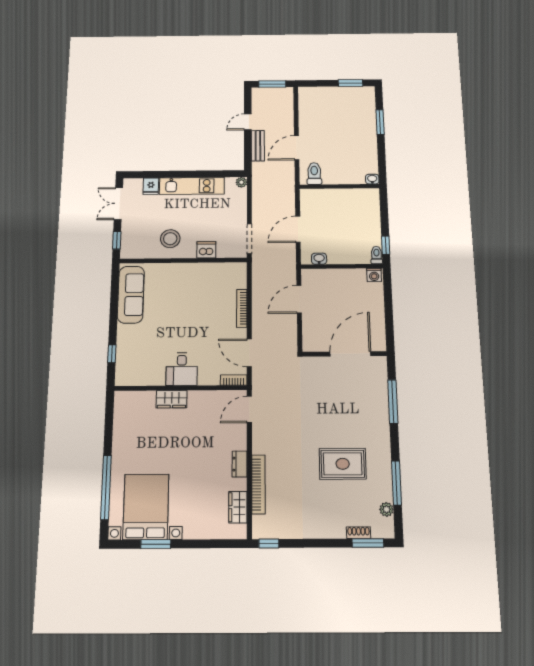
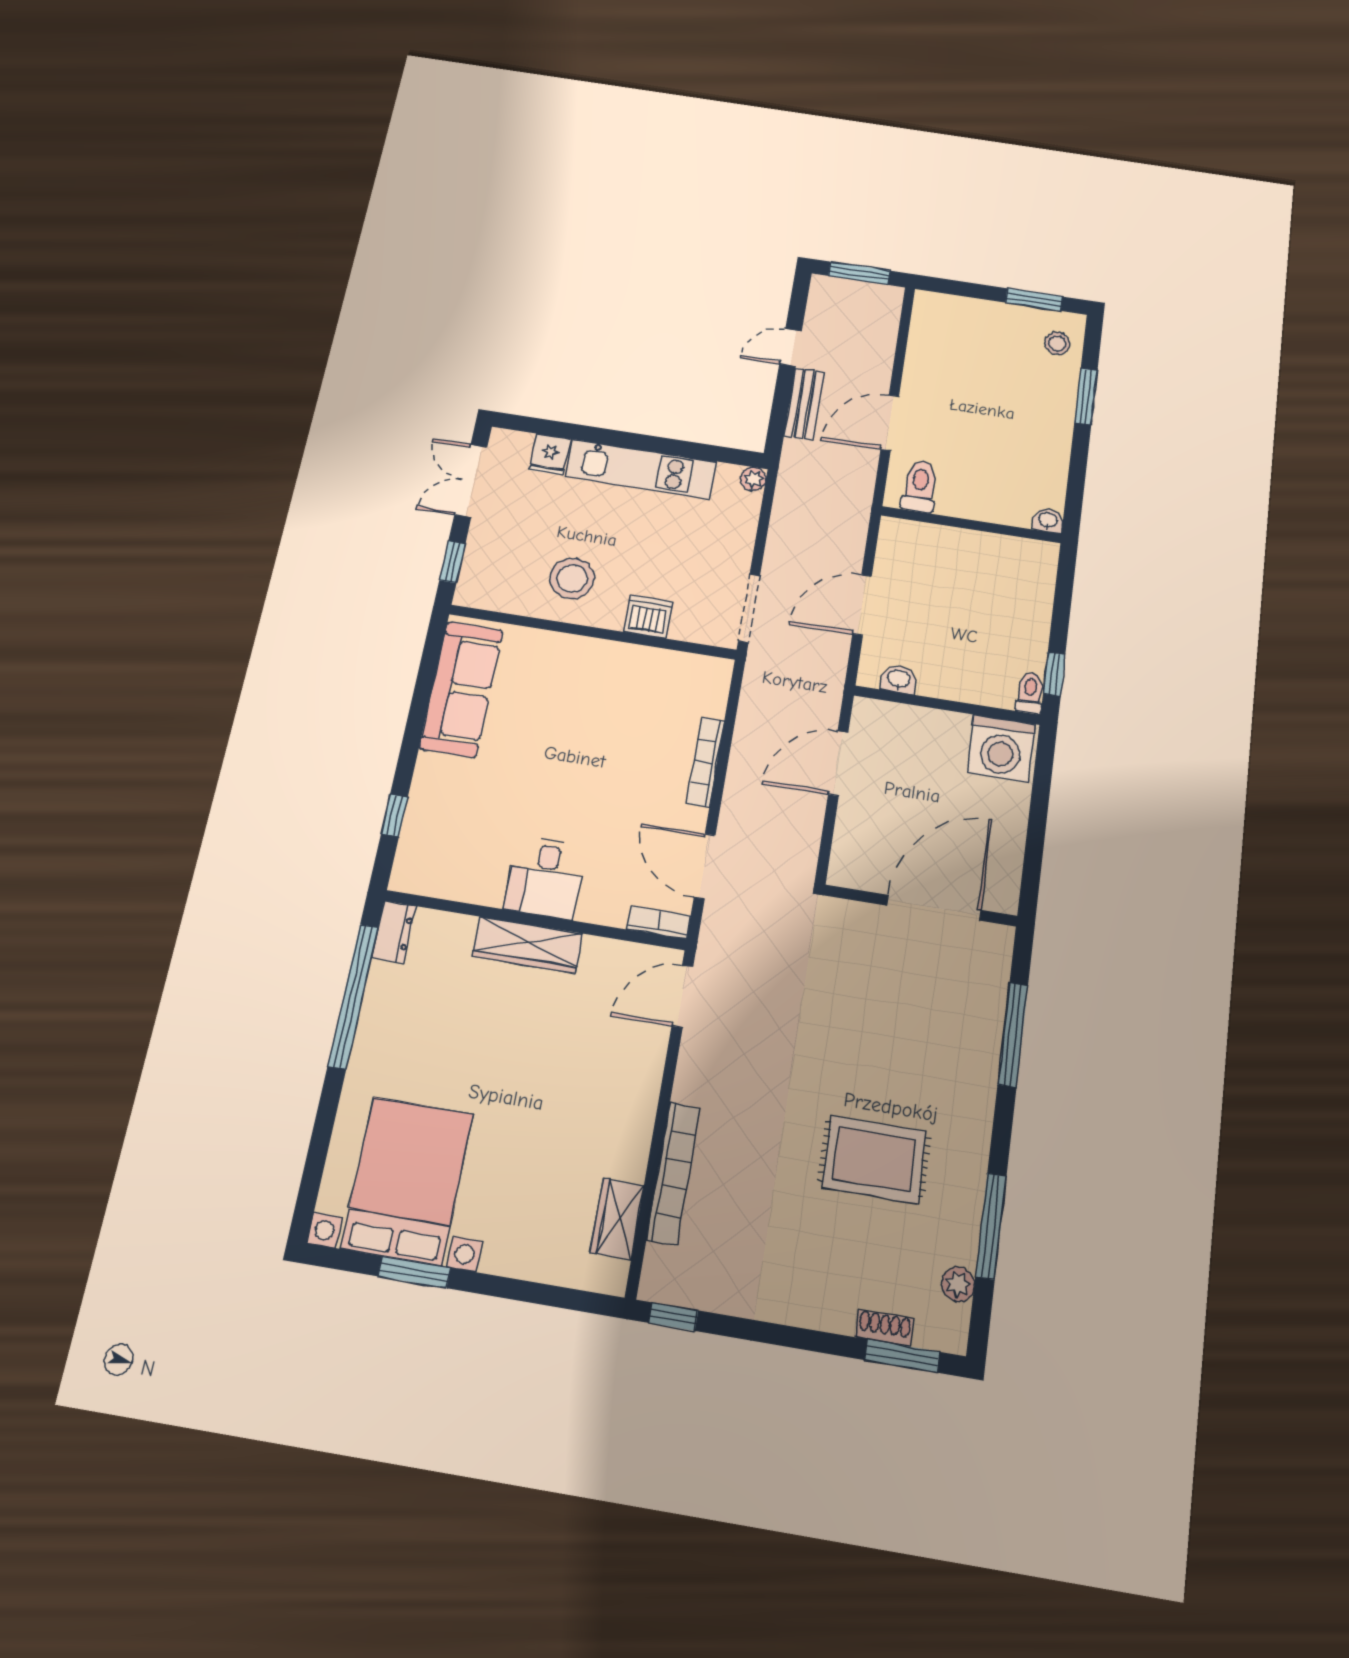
stool: (364, 101) -> (1057, 343), added
washing machine: (374, 275) -> (1001, 748), width x1.89, depth x1.89
wardrobe: (172, 399) -> (528, 945), width x1.50
dresser: (240, 464) -> (394, 932), moved, turned 180
window: (106, 487) -> (353, 996), moved

